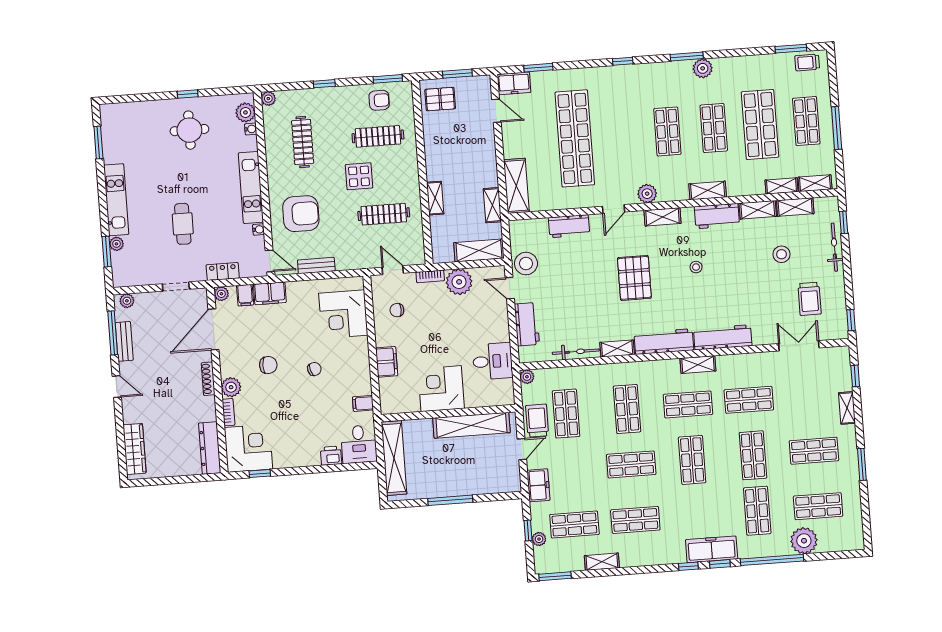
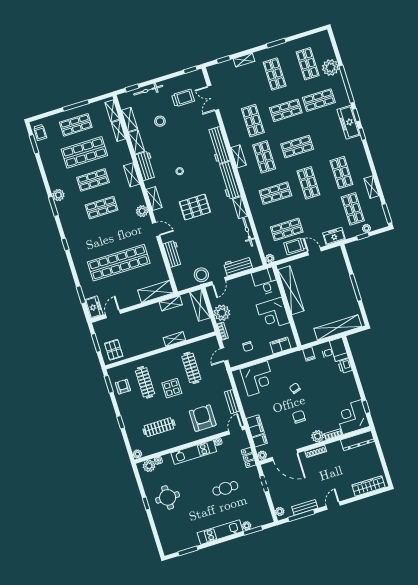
corner desk: (441, 389) -> (273, 314), moved
wall: (448, 413) -> (287, 306), moved
shelving: (471, 425) -> (291, 290), moved

